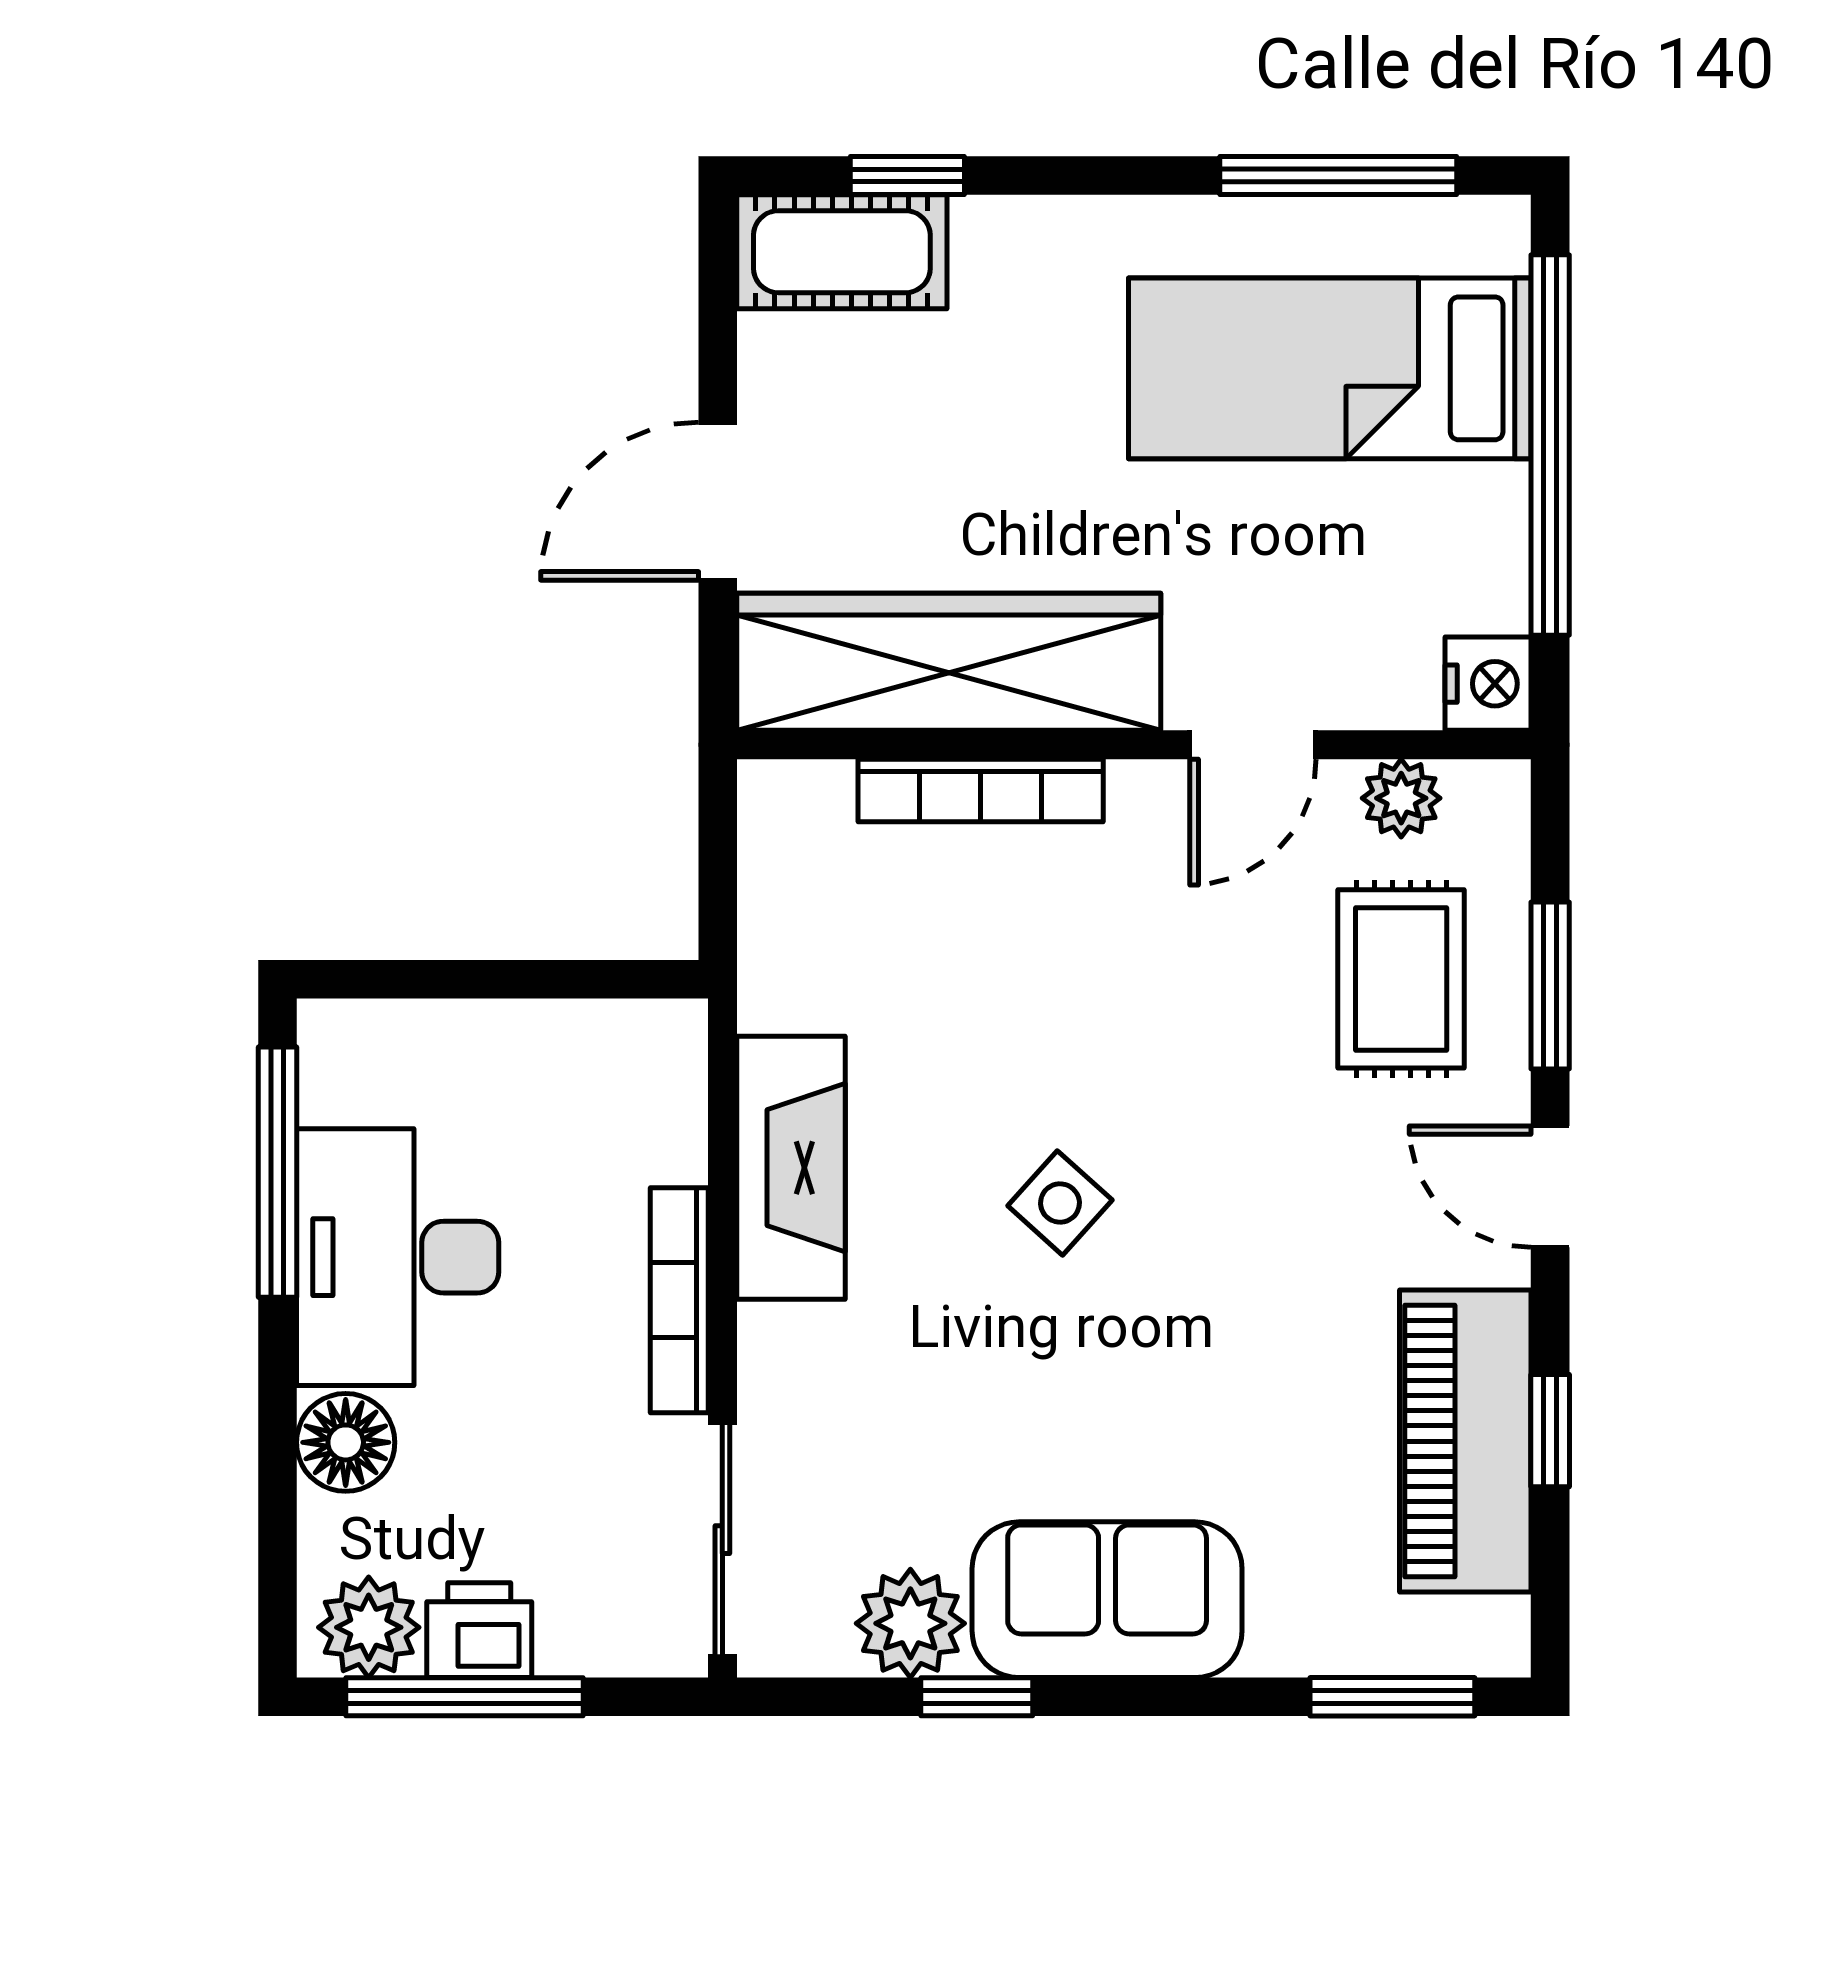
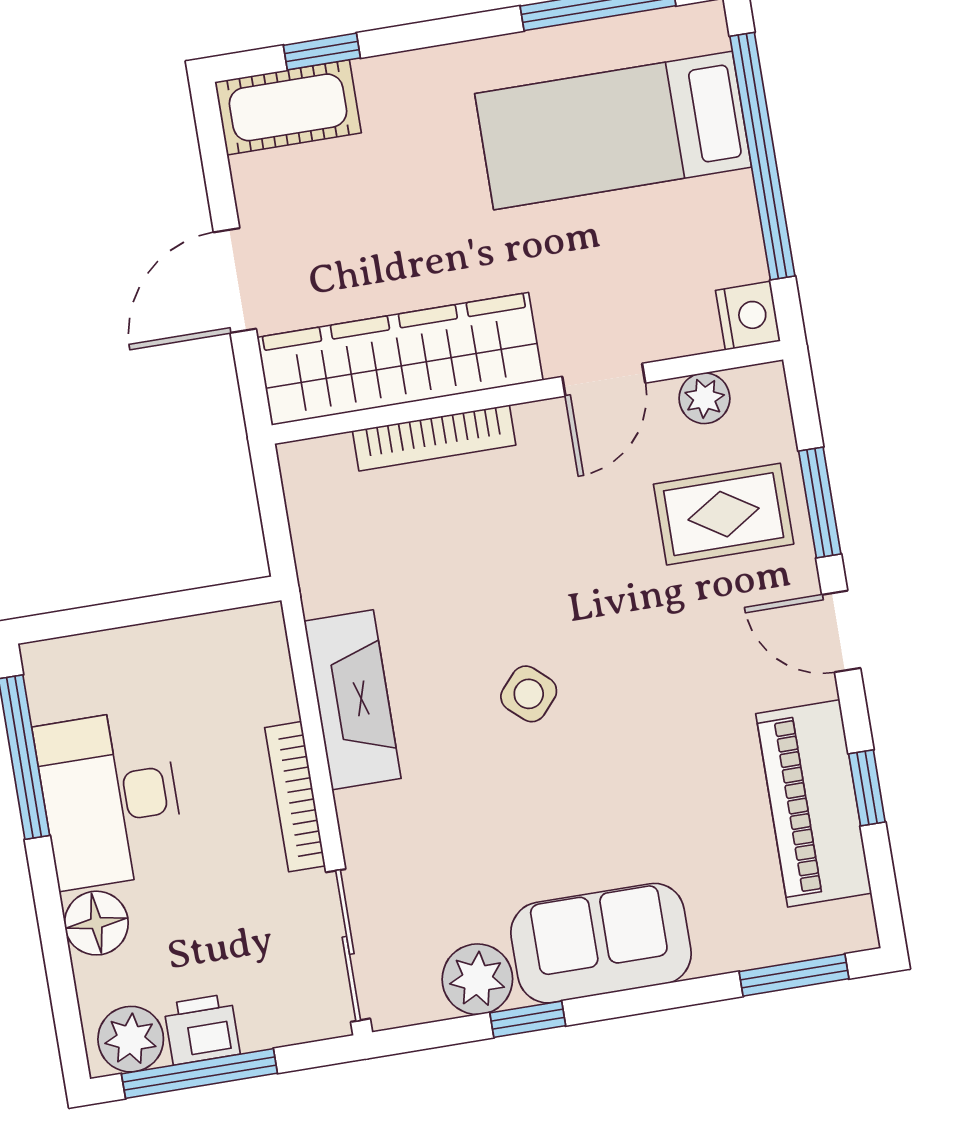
rug: (1401, 979) -> (724, 514), turned 90

